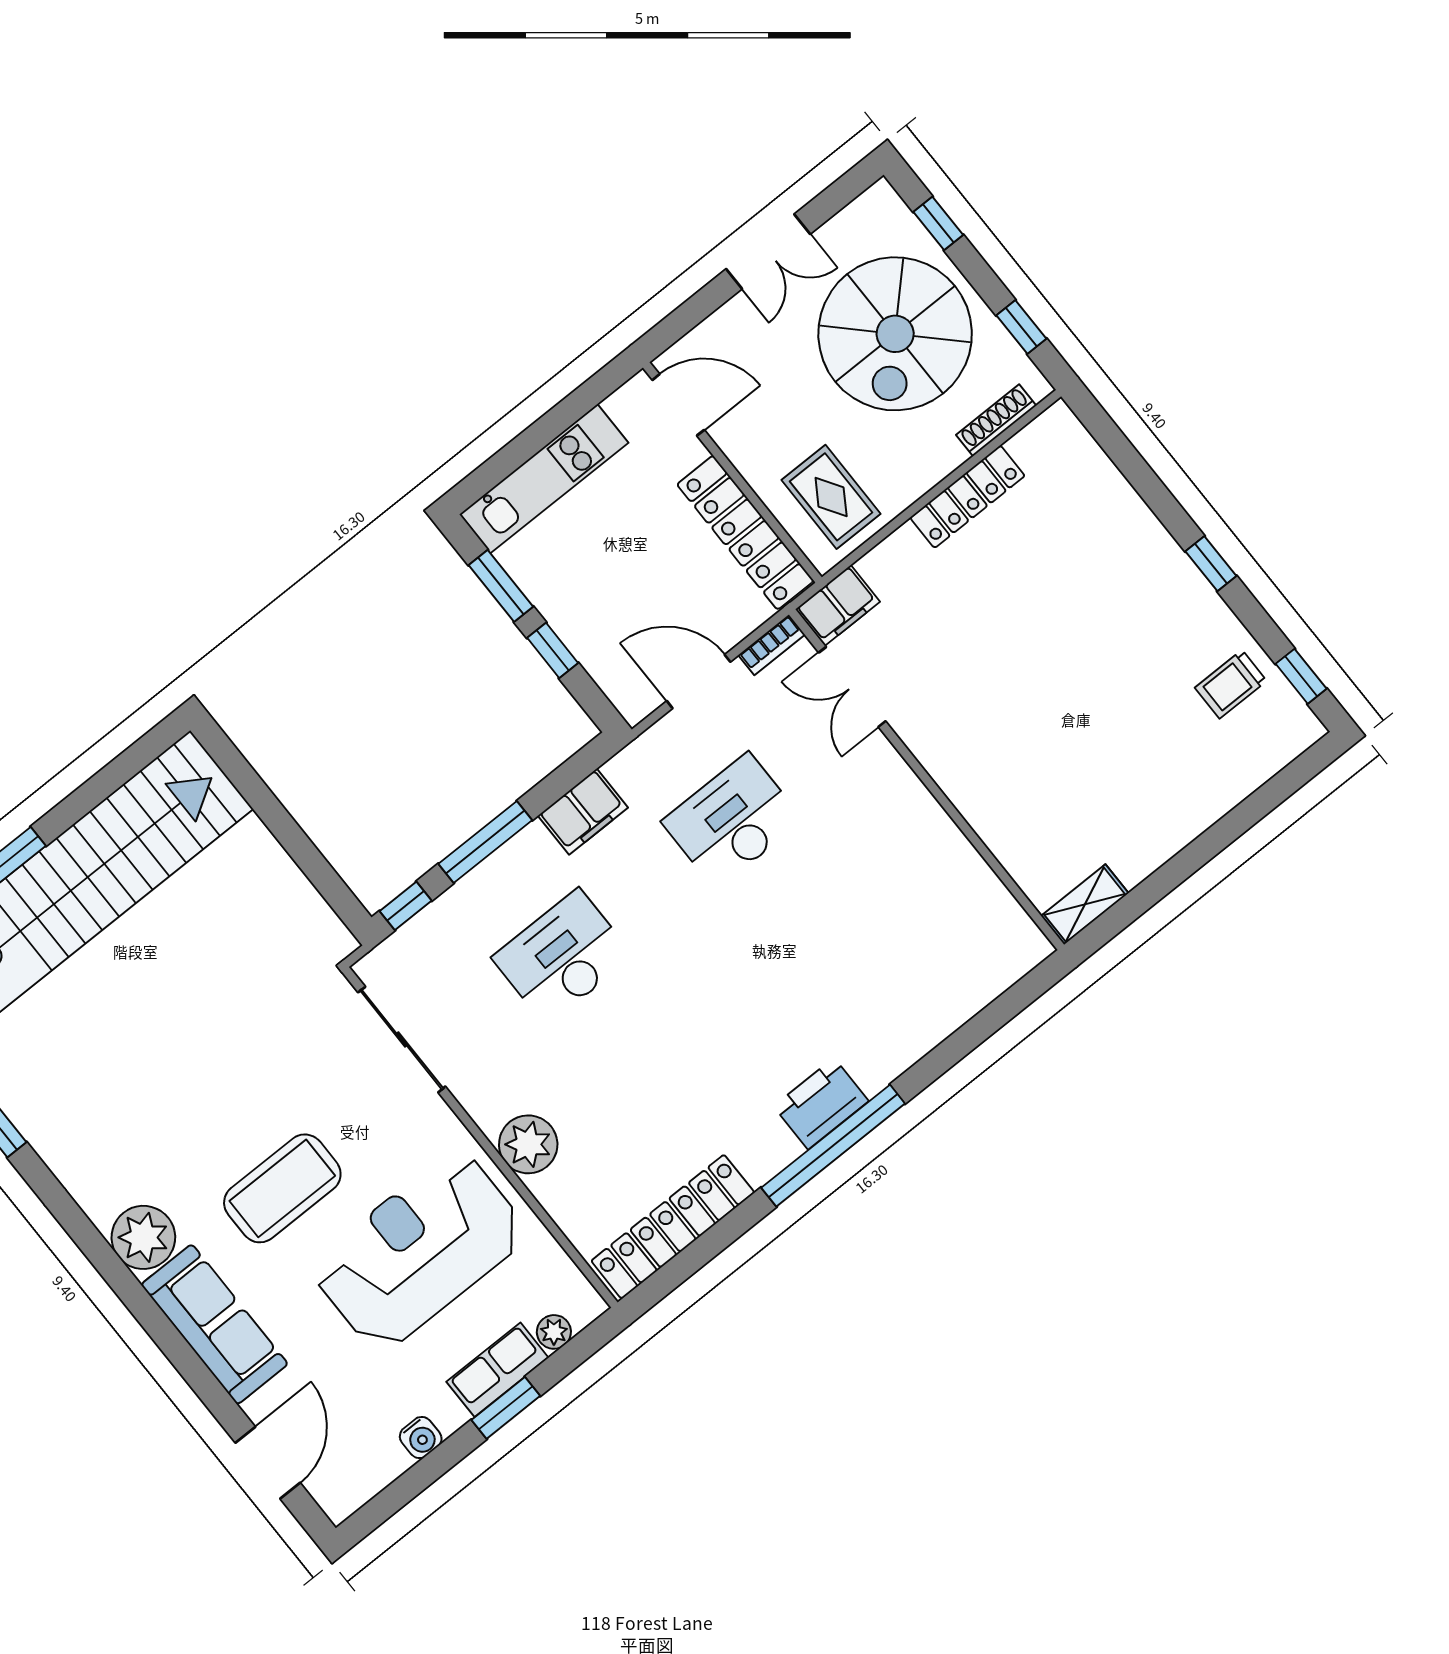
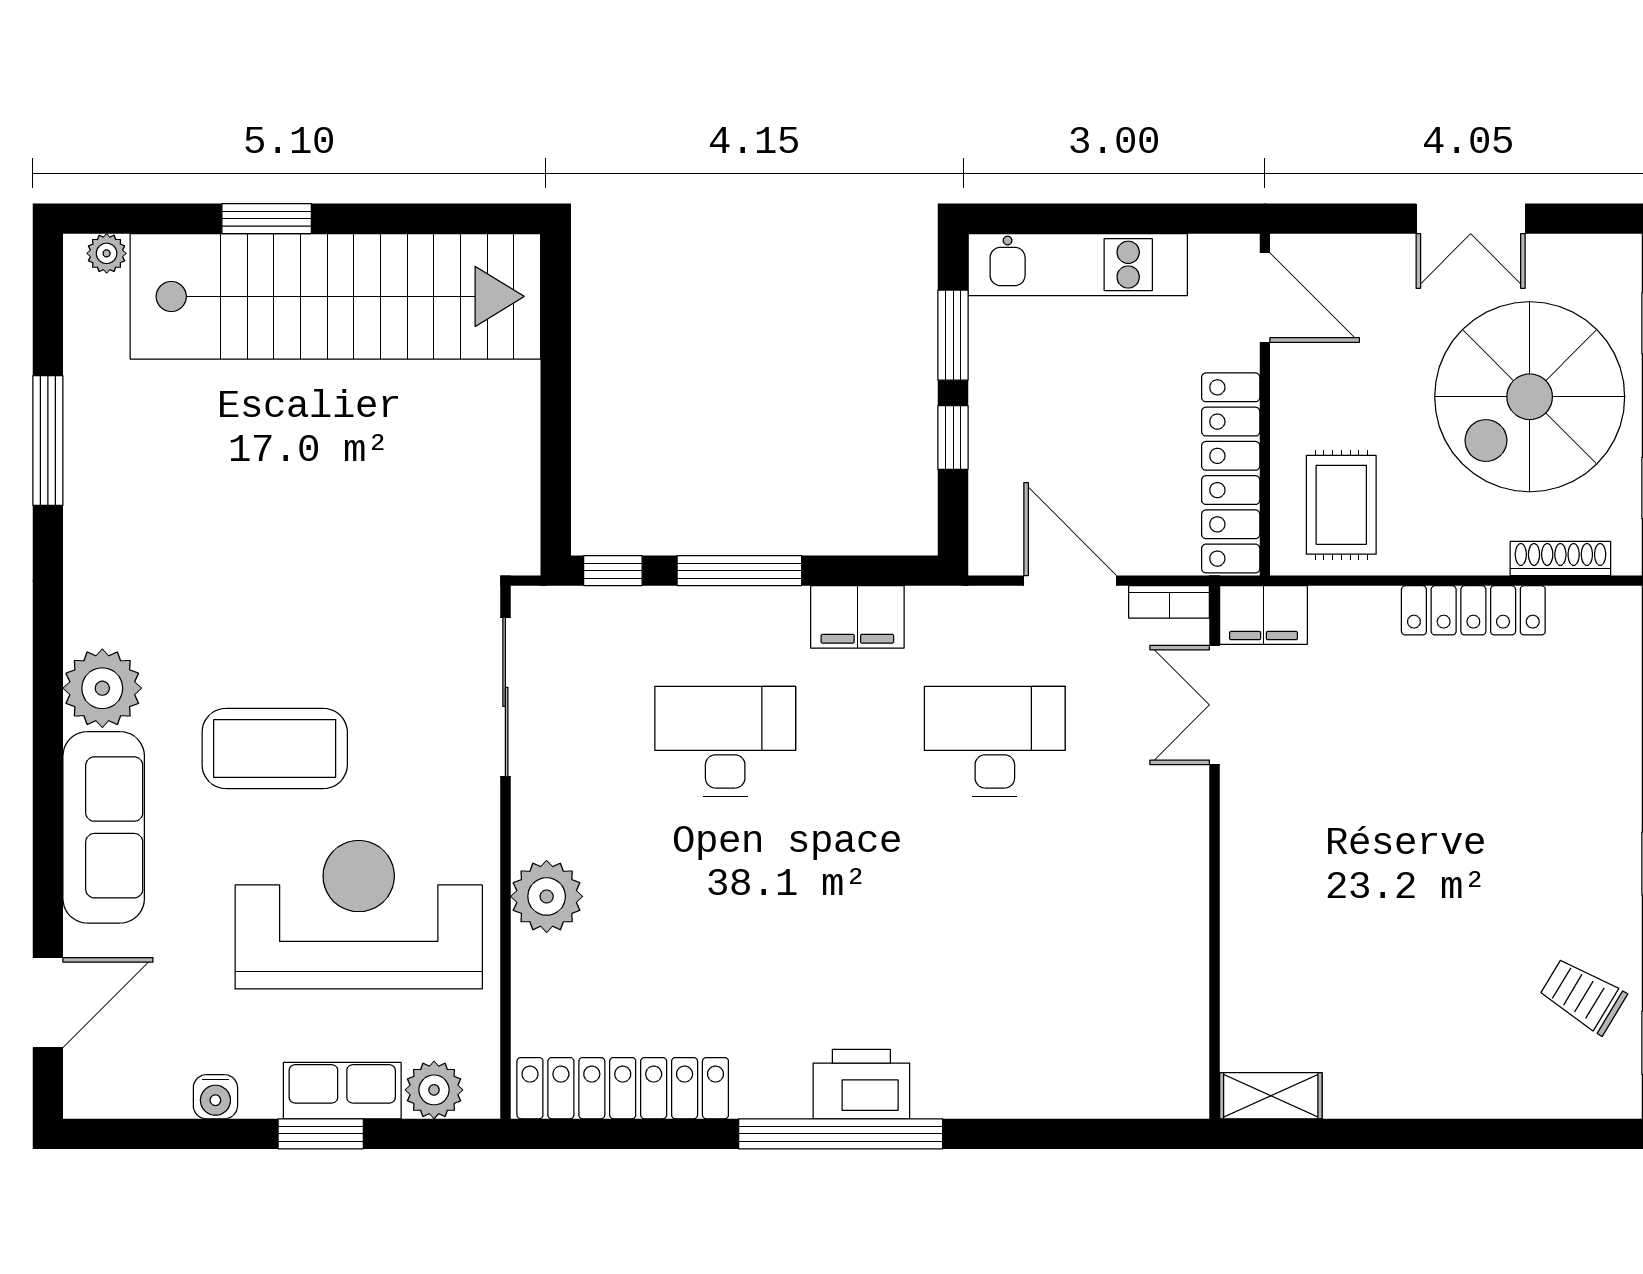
trolley: (1231, 684) -> (1583, 996), turned 31
plant: (554, 1332) -> (434, 1090), width x1.38, depth x1.38

